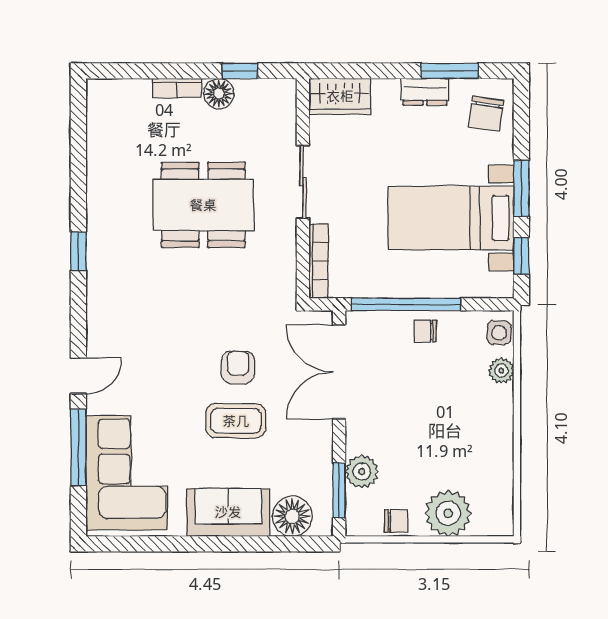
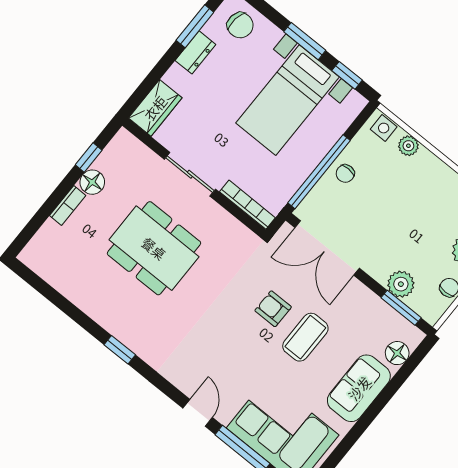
dining table: (203, 205) -> (154, 248), turned 90
floor lamp: (292, 516) -> (397, 353), width x0.73, depth x0.73

